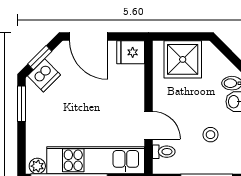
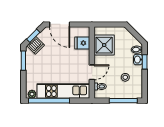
fridge: (131, 52) -> (82, 43), moved
shower: (183, 59) -> (104, 45), moved
door: (148, 125) -> (92, 72), hinge flipped

